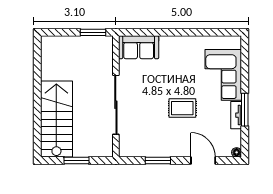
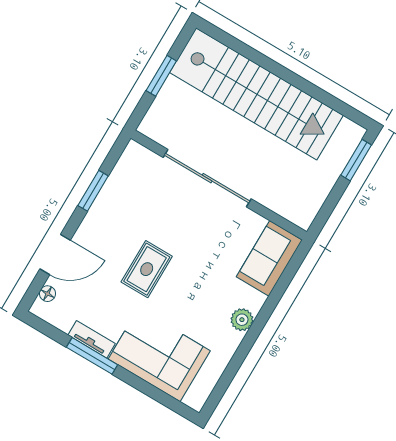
window: (93, 32) -> (356, 160), moved
plant: (179, 43) -> (242, 320), added
stairs: (56, 119) -> (256, 94), width x1.36
floor lamp: (237, 152) -> (47, 294), moved

